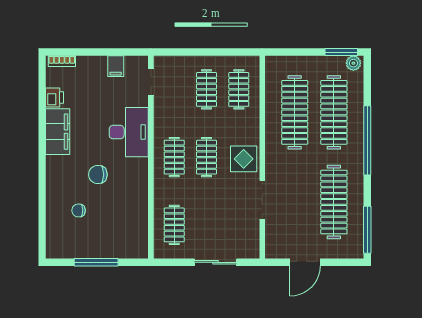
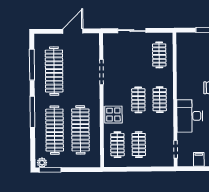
window: (367, 140) -> (32, 112), width x0.68
display table: (244, 159) -> (113, 115), moved
window: (367, 230) -> (32, 65), moved

